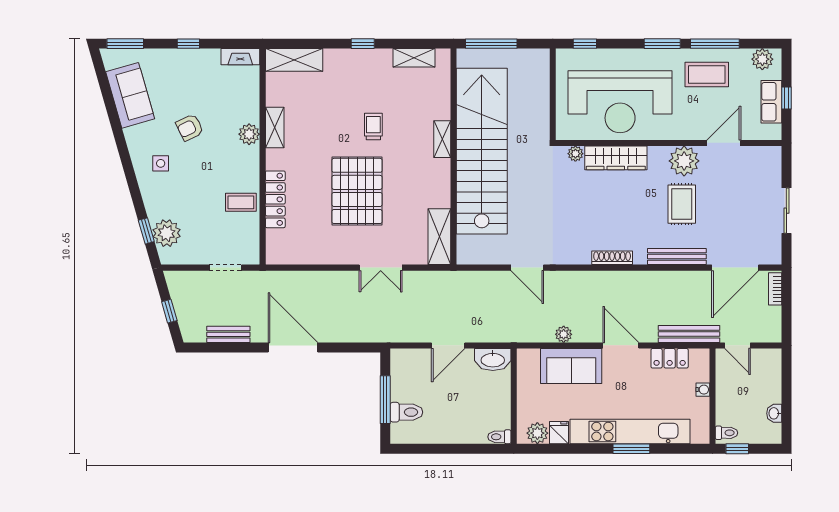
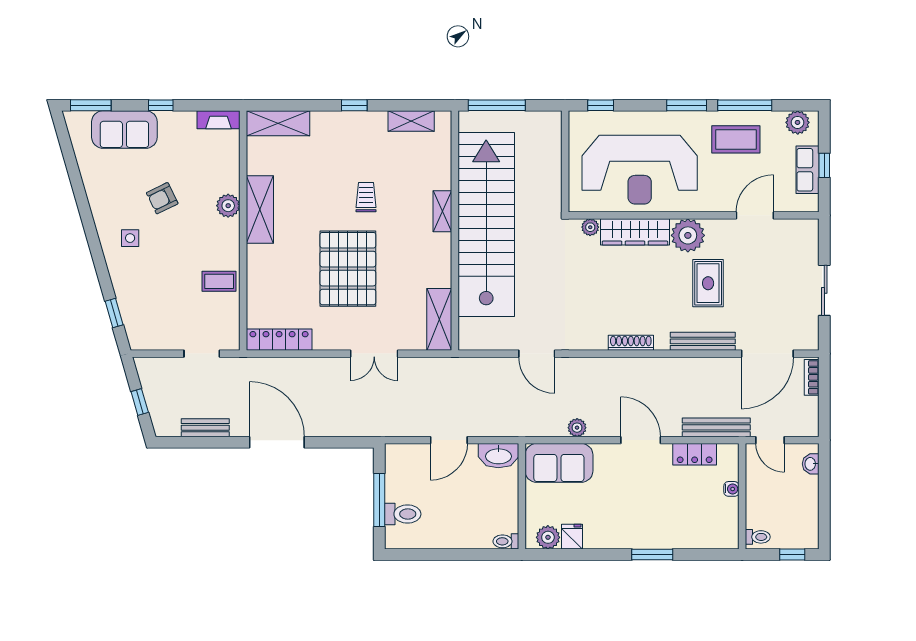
sofa: (130, 95) -> (124, 130), moved, turned 106
shelving: (275, 128) -> (260, 210), width x1.50, depth x1.33
plant: (684, 161) -> (688, 235), moved
locker: (275, 199) -> (279, 340), moved, turned -90
plant: (167, 233) -> (137, 315), removed
sofa: (571, 366) -> (559, 463), moved
washbasin: (774, 413) -> (811, 464), moved
kitchen unit: (630, 431) -> (651, 535), removed
window: (737, 449) -> (792, 555), moved

